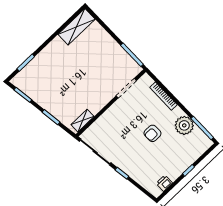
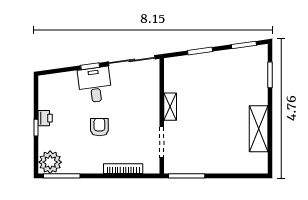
shelving: (77, 27) -> (259, 129), moved
shelving: (83, 121) -> (170, 107), moved
plant: (184, 125) -> (50, 162), moved
desk: (130, 160) -> (95, 85), added
printer: (164, 183) -> (45, 118), moved

